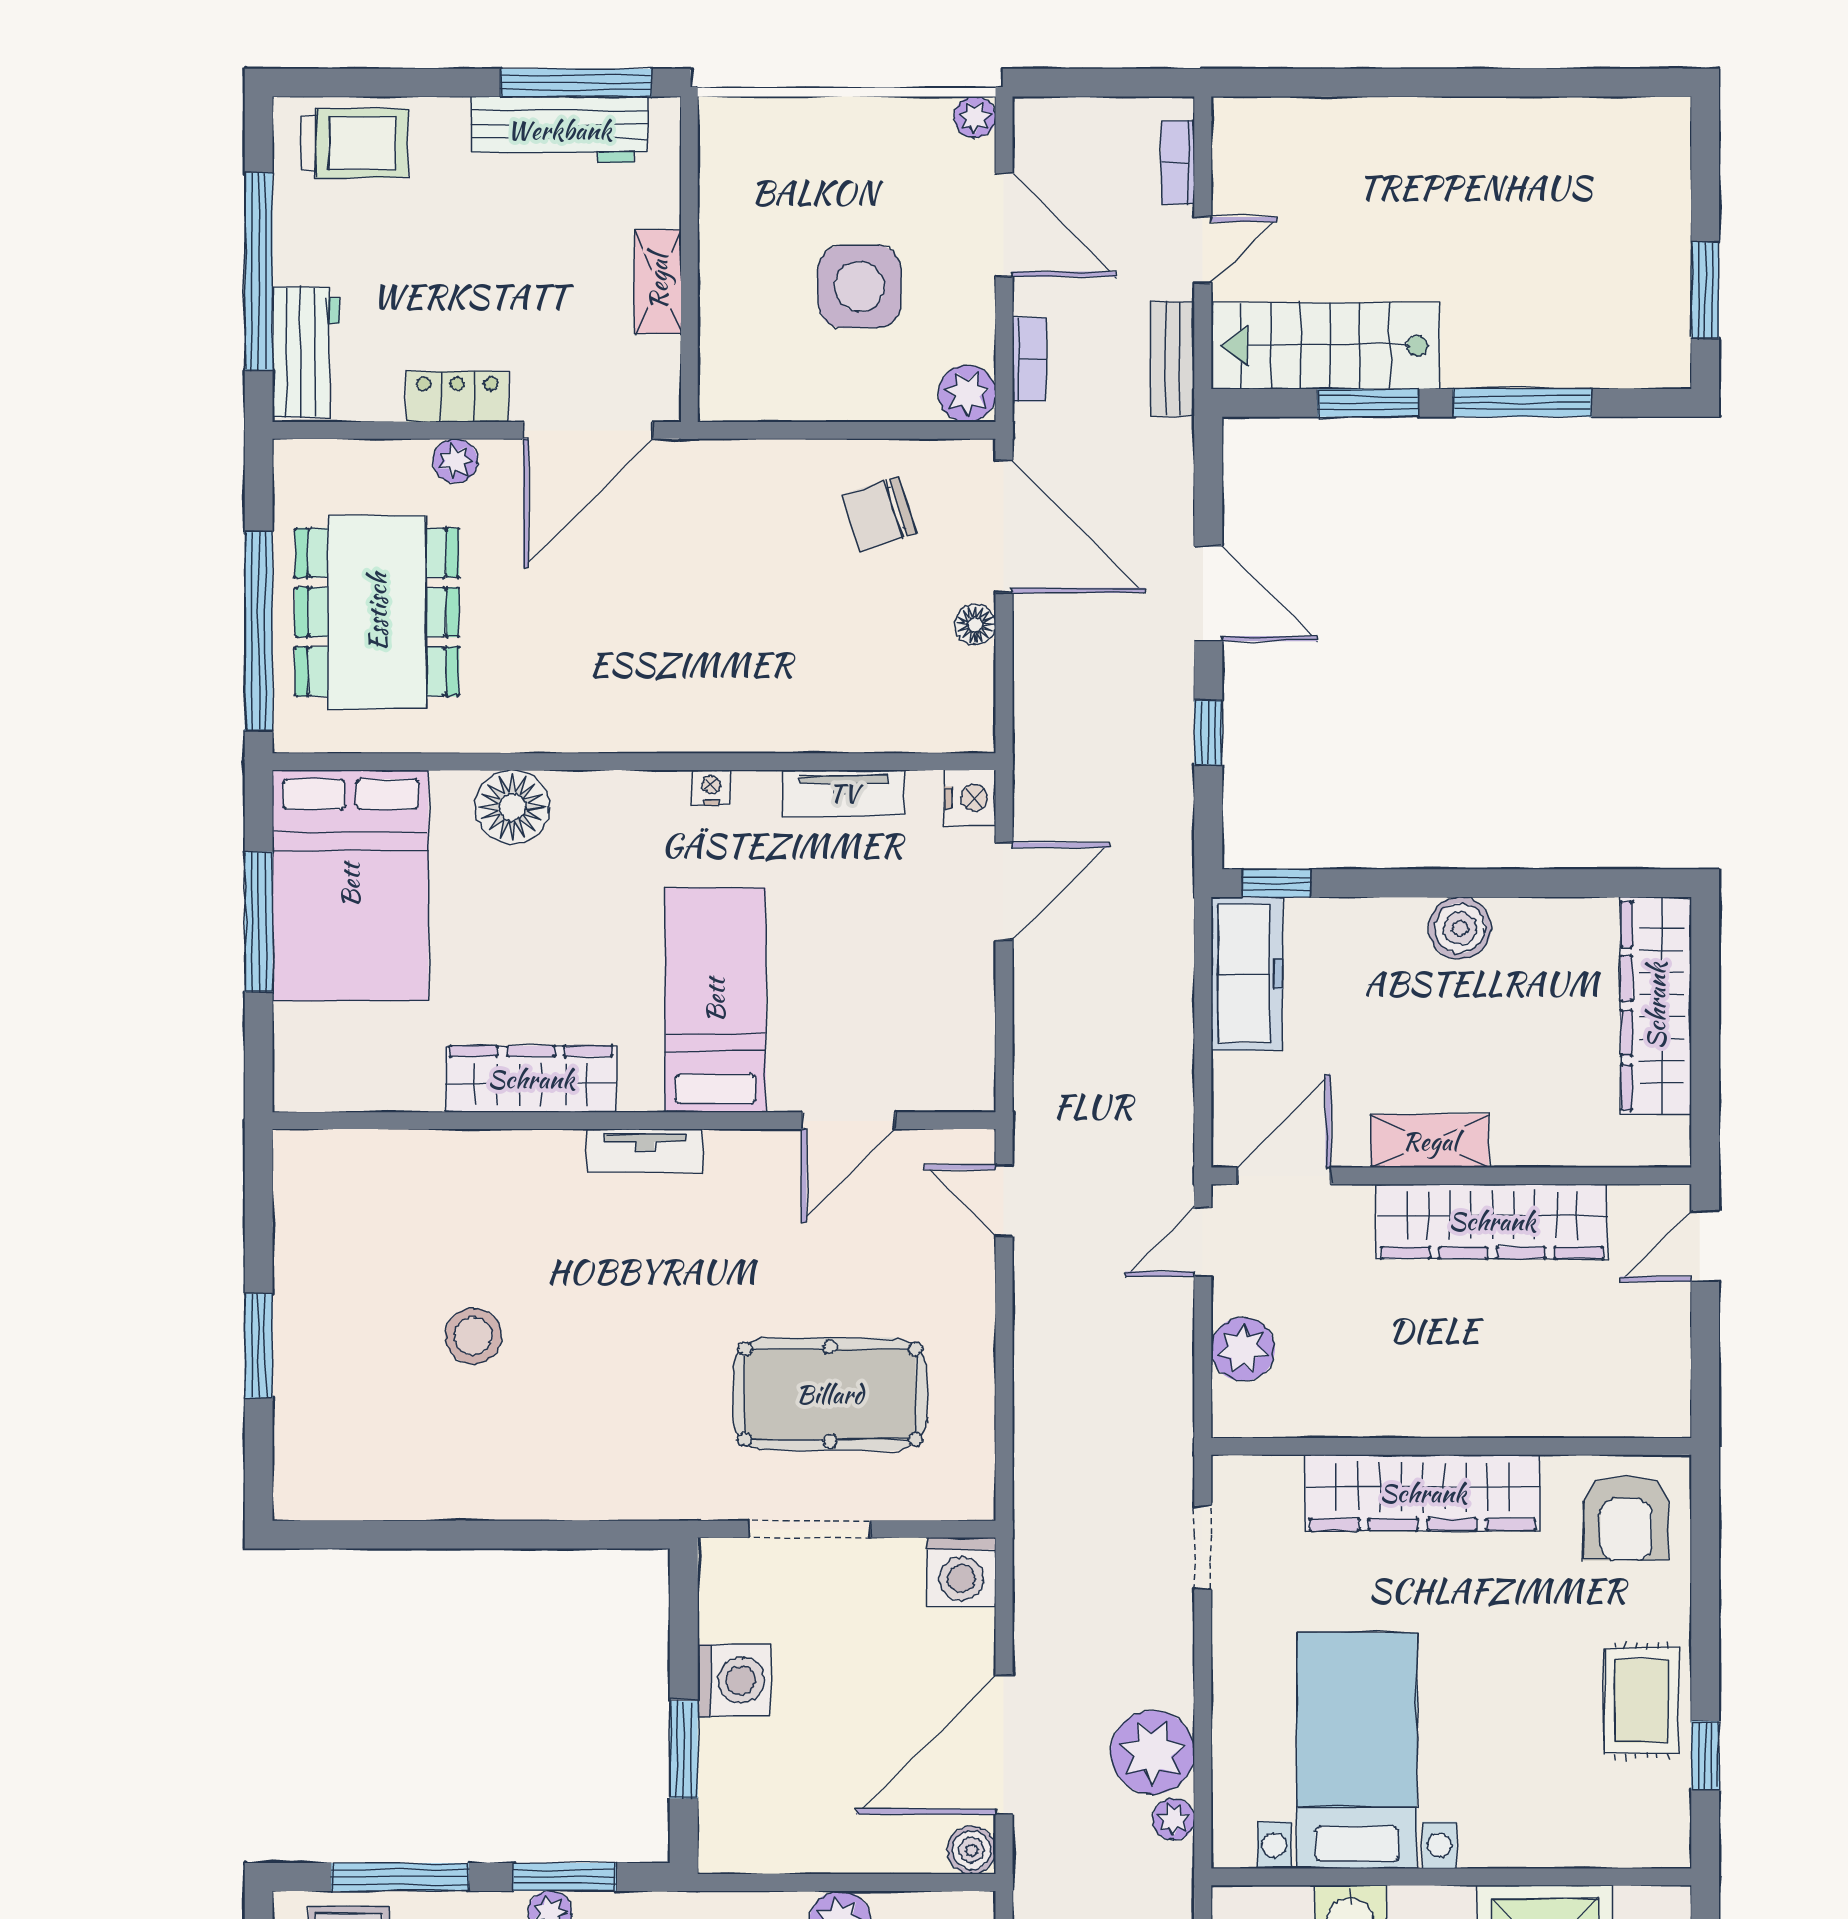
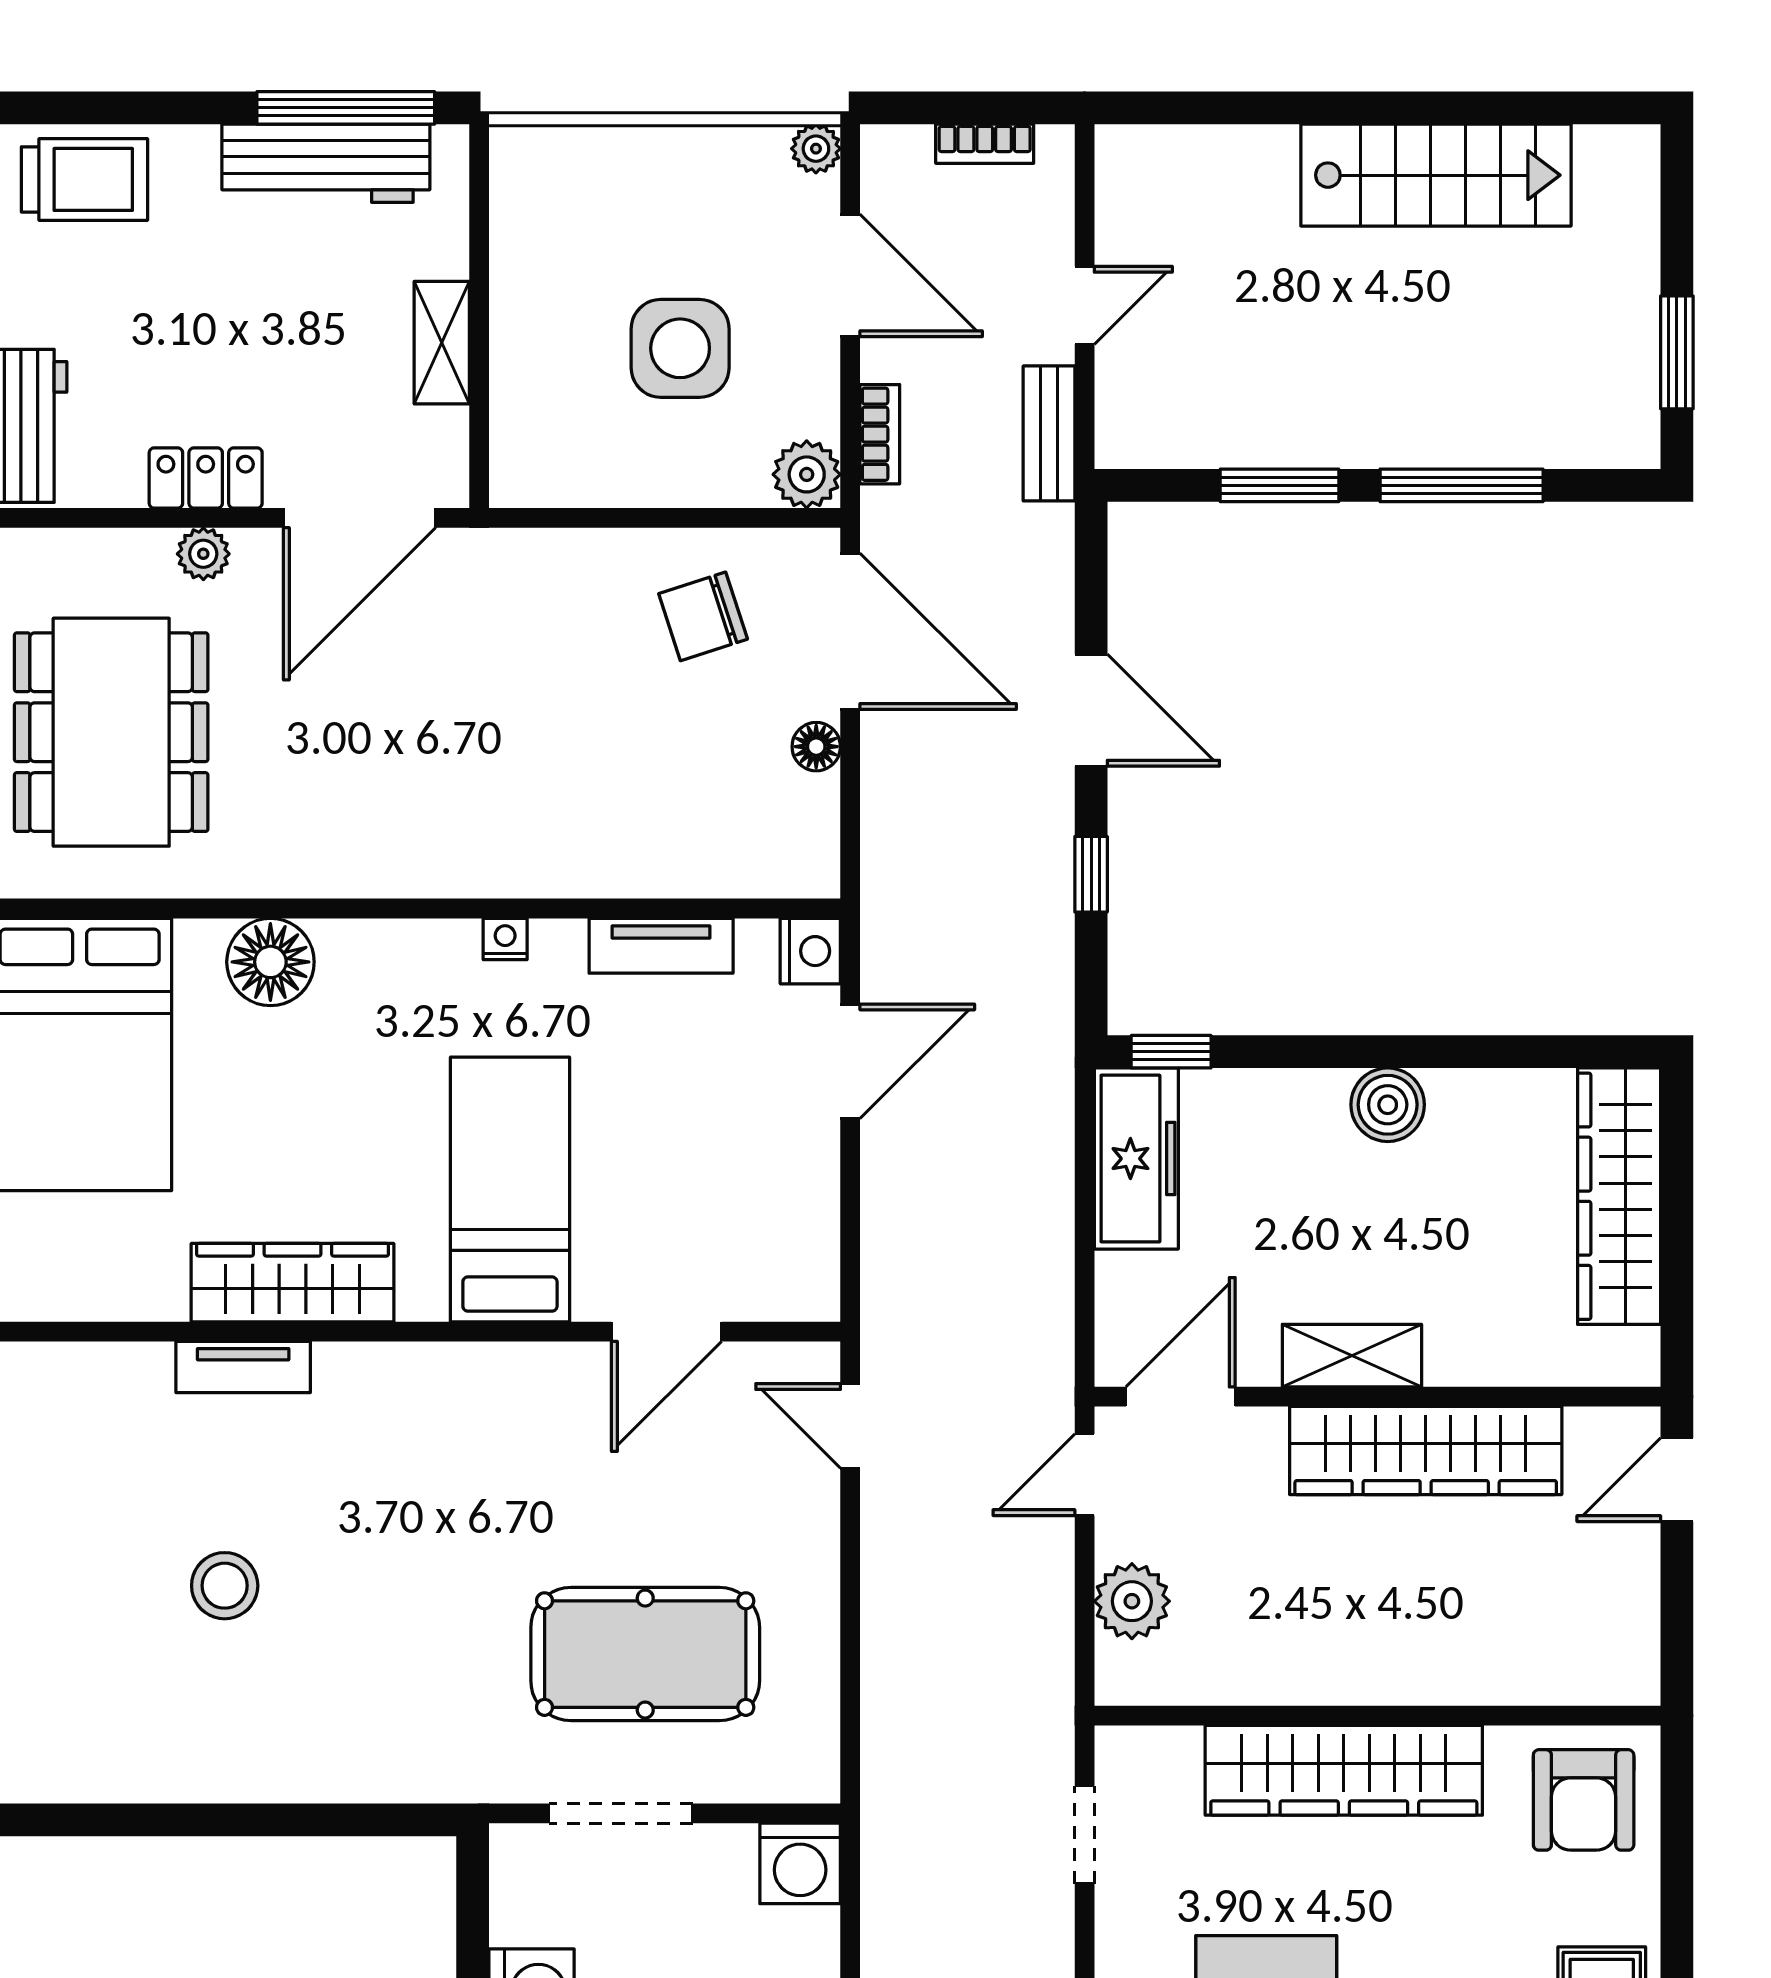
bookcase: (1178, 163) -> (985, 144), moved, turned -90
stairs: (1326, 346) -> (1436, 175), moved, turned 180
tv unit: (645, 1151) -> (243, 1367), moved

